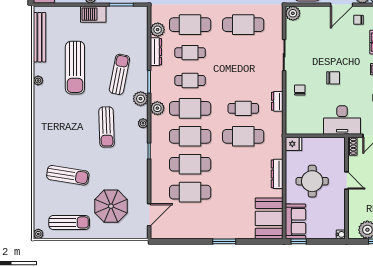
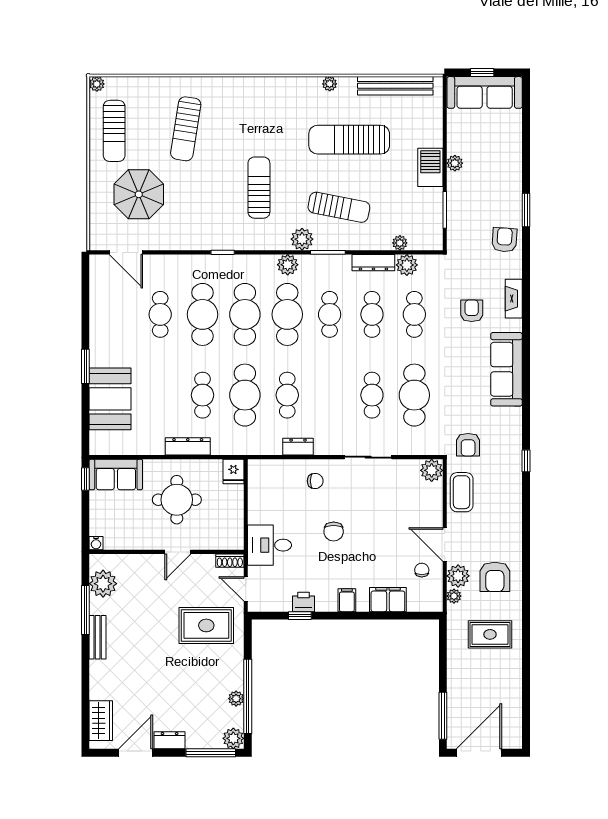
cafe table: (190, 25) -> (414, 314), width x0.73, depth x0.74
cafe table: (243, 53) -> (372, 395), added
desk: (342, 120) -> (270, 545), width x0.73
plant: (143, 123) -> (400, 243), moved
sun lounger: (107, 127) -> (259, 188), turned 92
cafe table: (243, 164) -> (203, 395), added
cafe table: (190, 192) -> (160, 314), width x0.73, depth x0.74
booth: (269, 218) -> (110, 399), moved, turned 90

